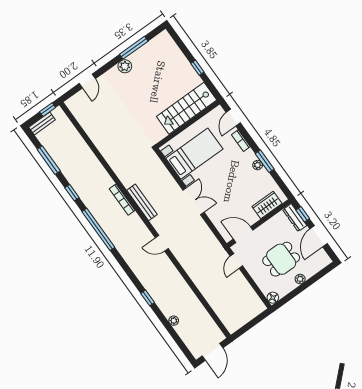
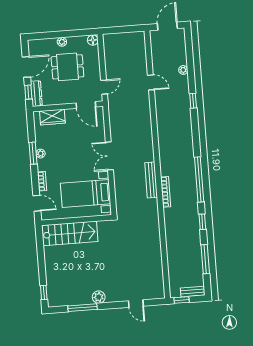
window: (197, 68) -> (44, 292), moved
door: (87, 81) -> (136, 304), swing flipped
door: (233, 118) -> (37, 203), hinge flipped
door: (162, 243) -> (151, 82), moved

